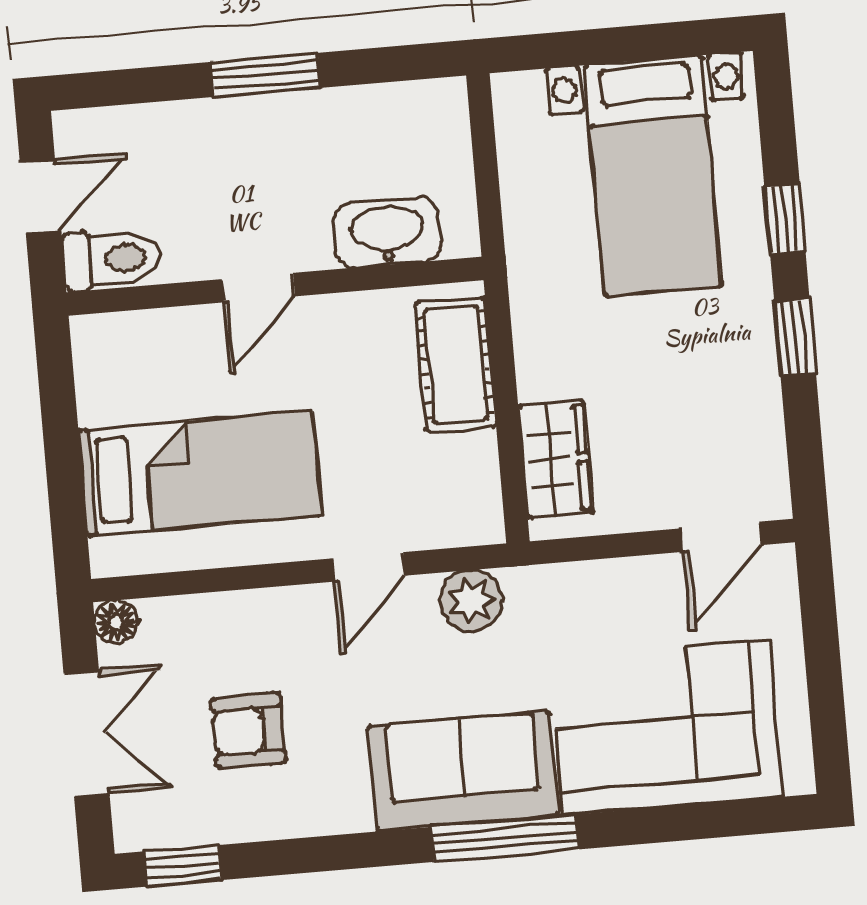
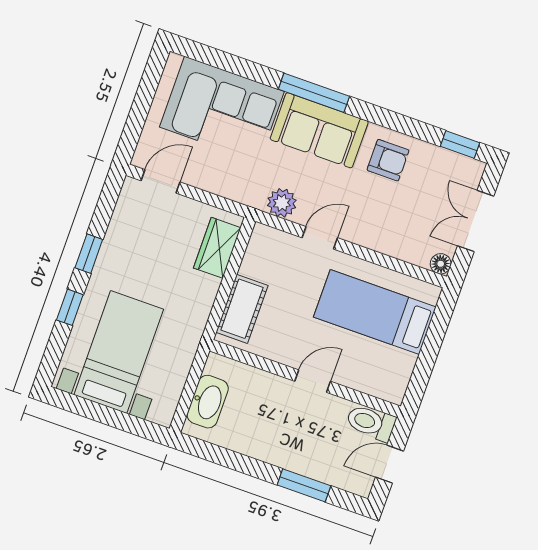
window: (266, 75) -> (304, 485), moved
washbasin: (387, 232) -> (208, 402), moved, turned -90
armchair: (249, 731) -> (388, 160), moved

